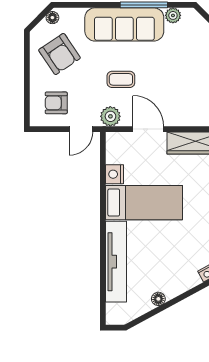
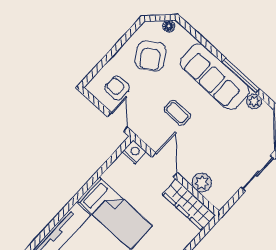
plant: (110, 116) -> (202, 183), moved
door: (81, 129) -> (118, 122), swing flipped
nightstand: (114, 174) -> (134, 152), moved, turned 90

